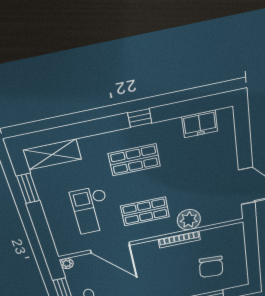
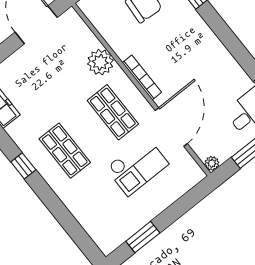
shelving: (52, 154) -> (97, 229), removed
bookcase: (179, 239) -> (142, 78), moved

